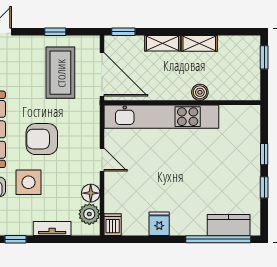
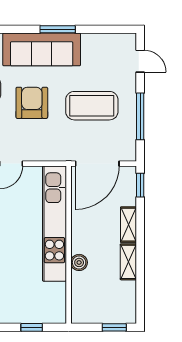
window: (55, 32) -> (140, 116), width x2.17
coffee table: (60, 73) -> (92, 106), moved
window: (264, 154) -> (32, 327), moved

